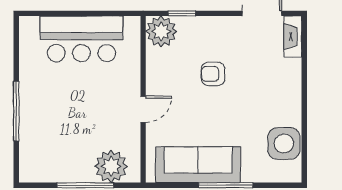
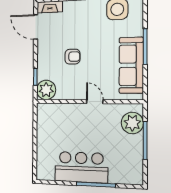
bar counter: (81, 39) -> (81, 167), moved, turned -90
armchair: (213, 74) -> (72, 57), turned -90

